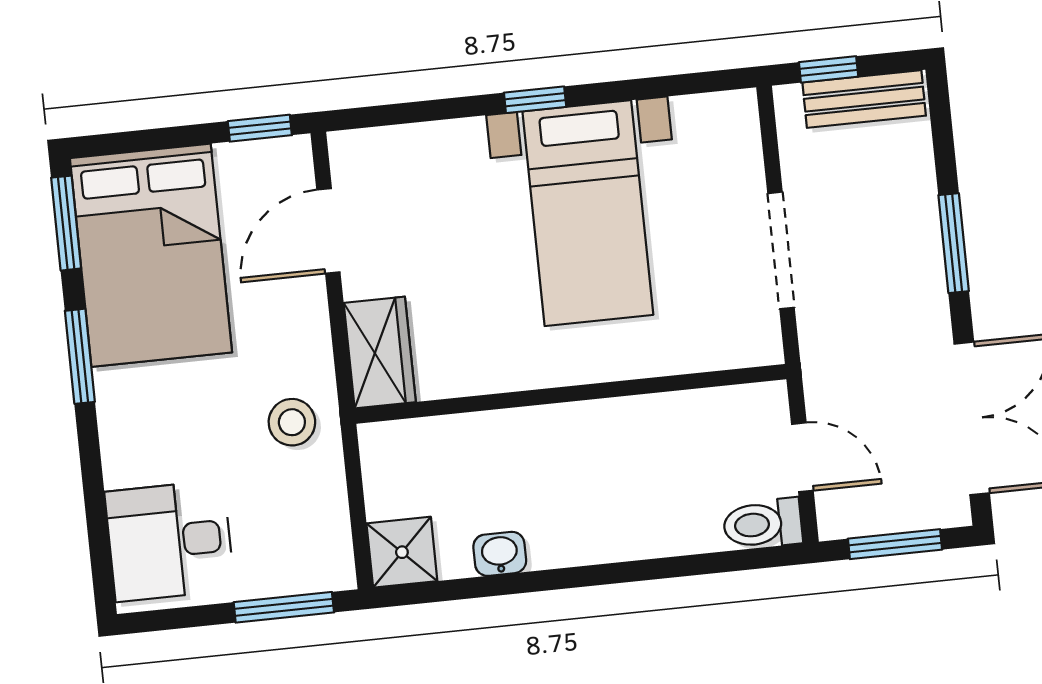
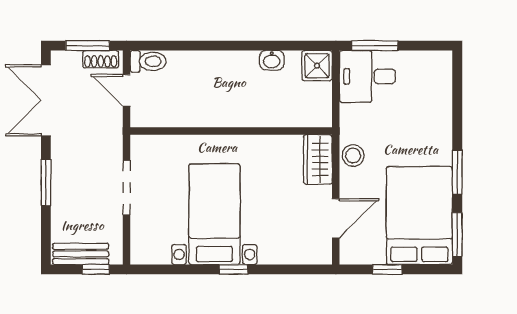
window: (260, 128) -> (387, 269), moved
stool: (292, 422) -> (353, 156), moved
shoe rack: (864, 518) -> (101, 59), added
desk: (170, 541) -> (367, 76), moved, turned 180

